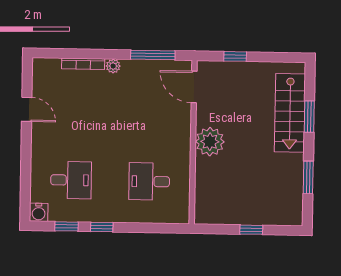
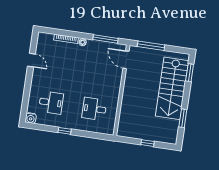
window: (235, 56) -> (151, 46), width x2.17
stairs: (290, 113) -> (172, 88), width x1.36, depth x1.51
window: (309, 117) -> (190, 73), moved
plant: (210, 142) -> (131, 91), removed
window: (66, 226) -> (45, 128), removed

